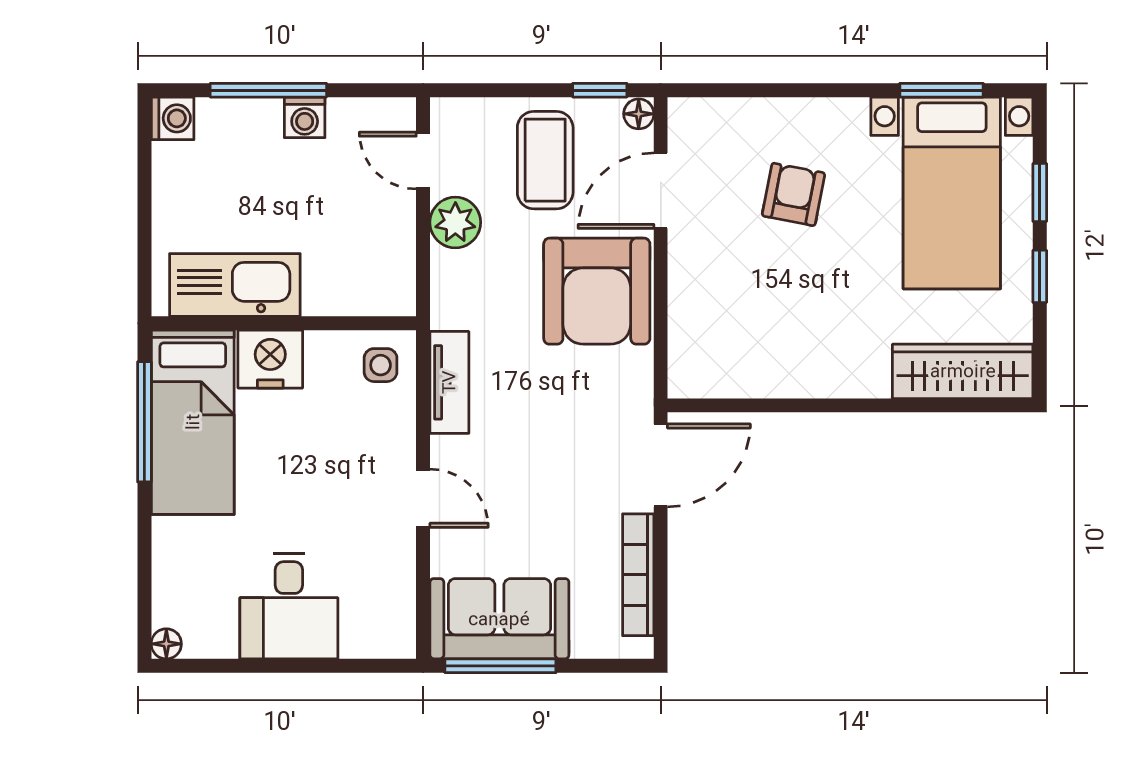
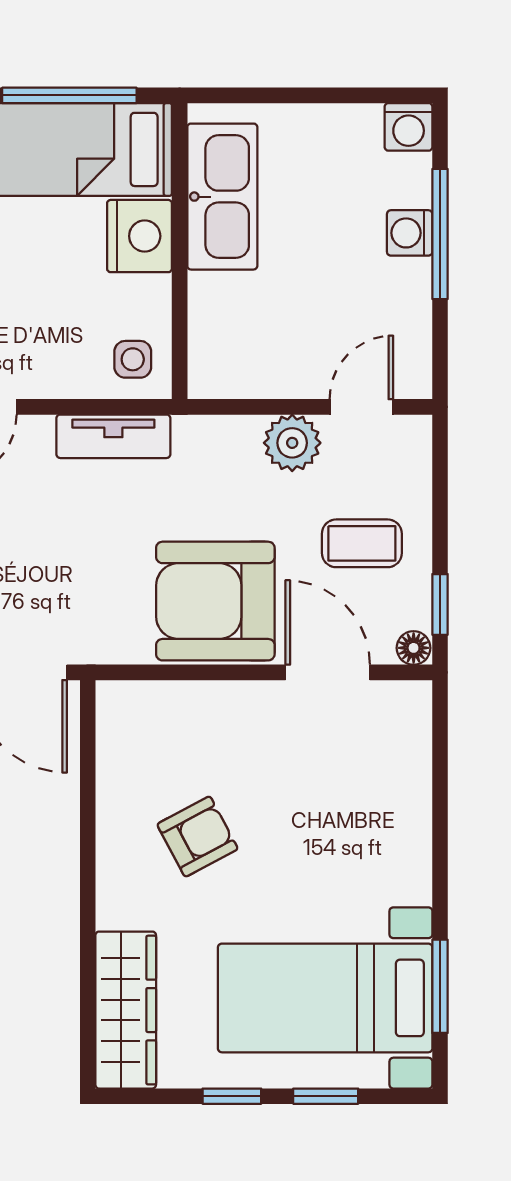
washing machine: (305, 117) -> (410, 233), moved
coffee table: (545, 160) -> (362, 543), width x0.73, depth x0.77
armchair: (794, 194) -> (197, 837), moved, turned -39

